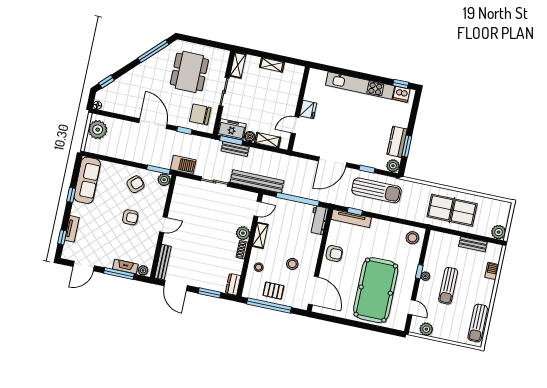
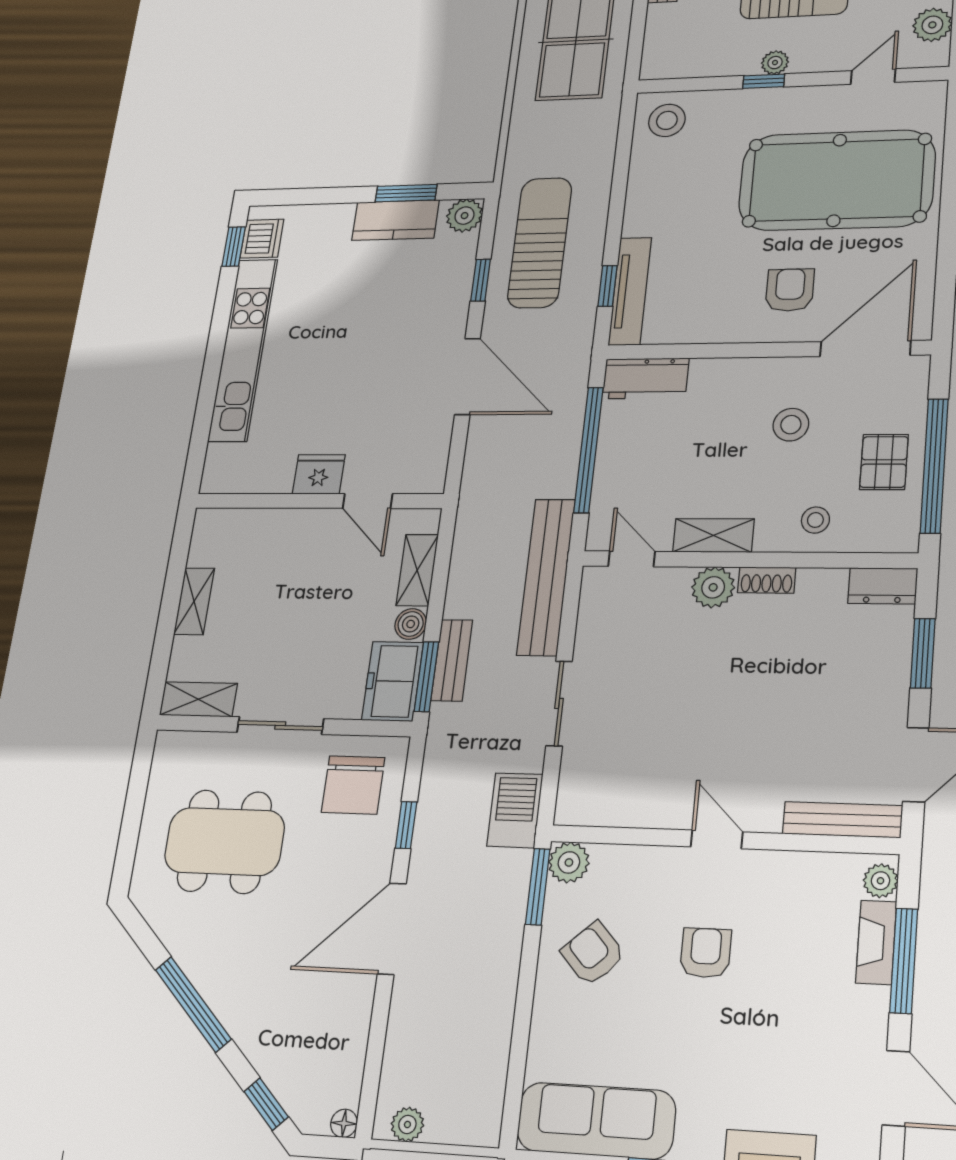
window: (153, 51) -> (193, 1004), moved
plant: (98, 130) -> (407, 1124), width x0.53, depth x0.53
armchair: (334, 253) -> (790, 290), moved

